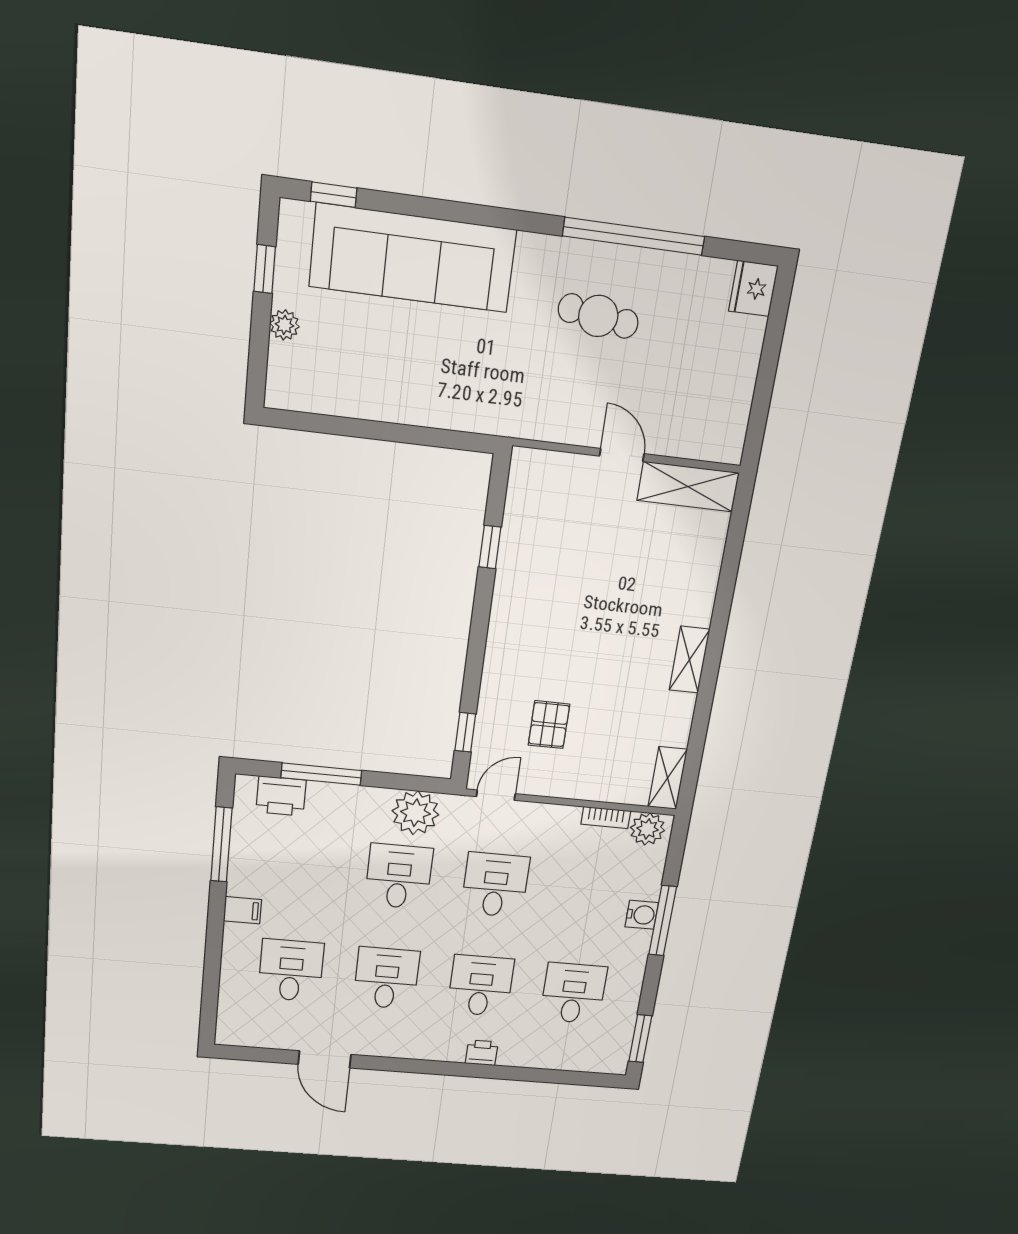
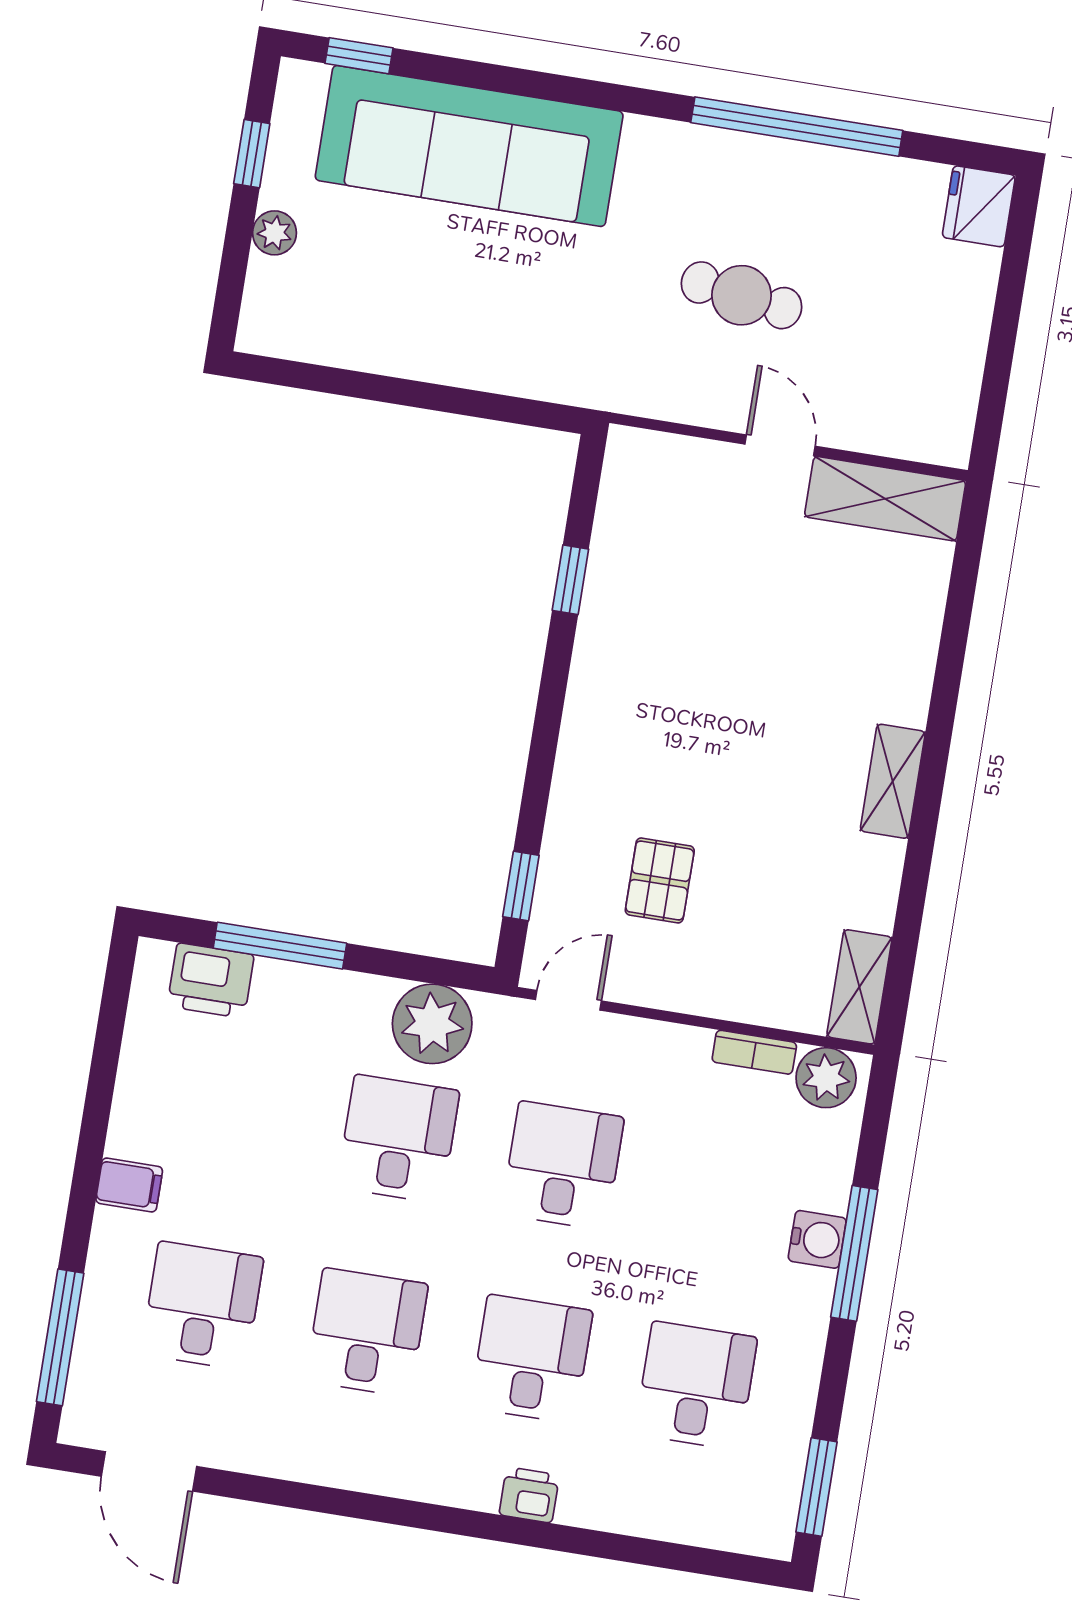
cafe table: (598, 316) -> (742, 295), moved
window: (221, 845) -> (60, 1337), moved
door: (325, 1059) -> (149, 1471), moved

